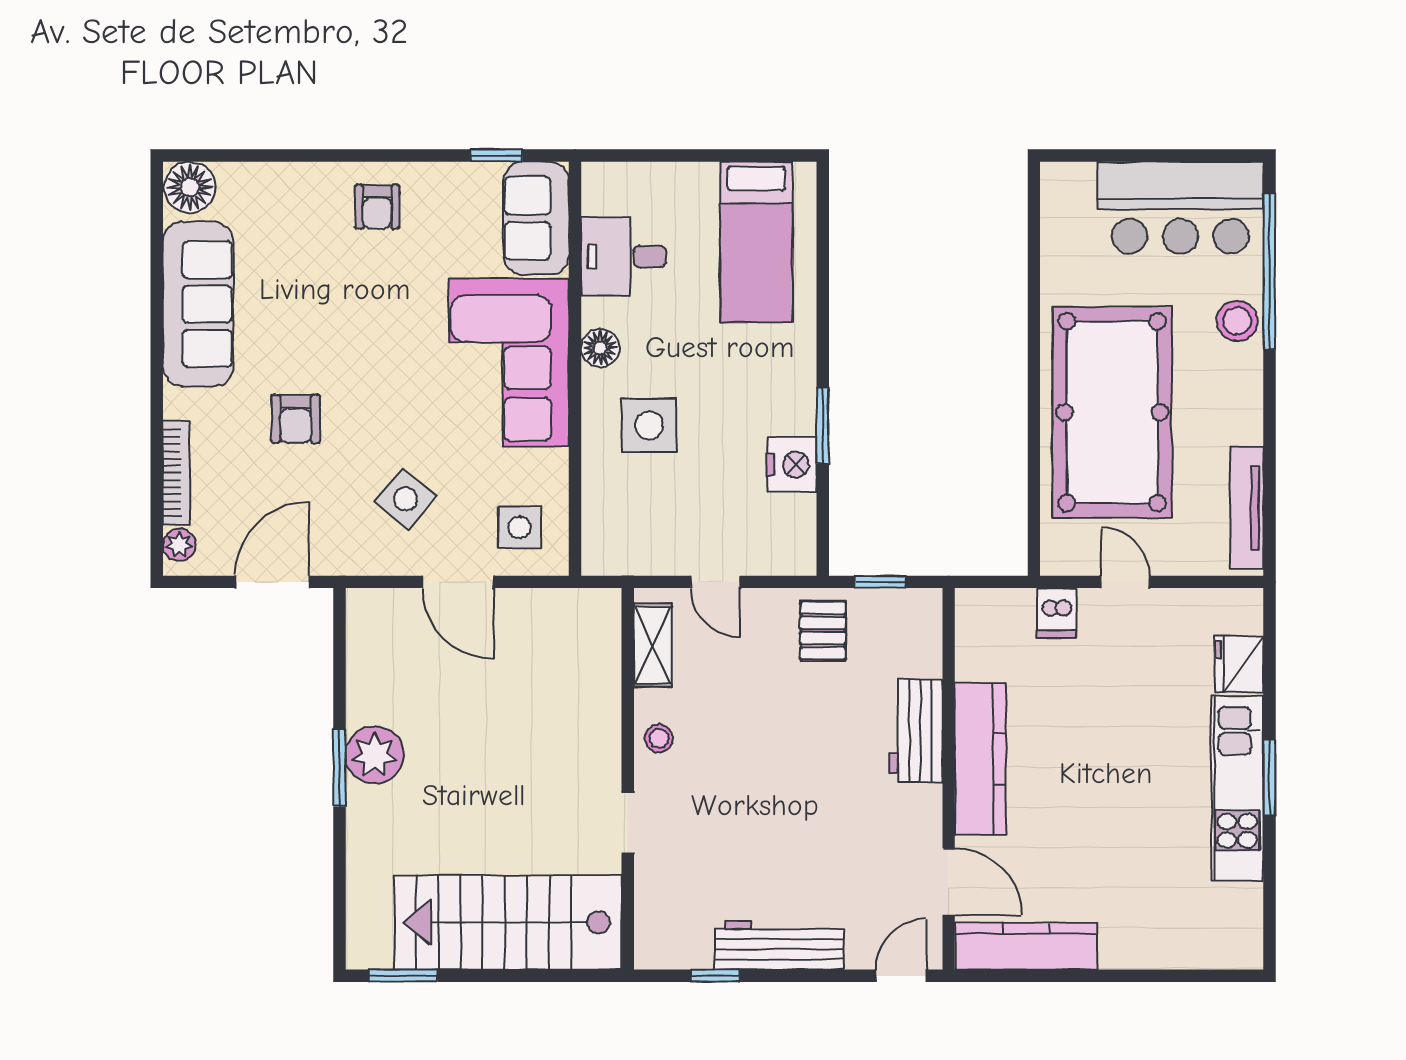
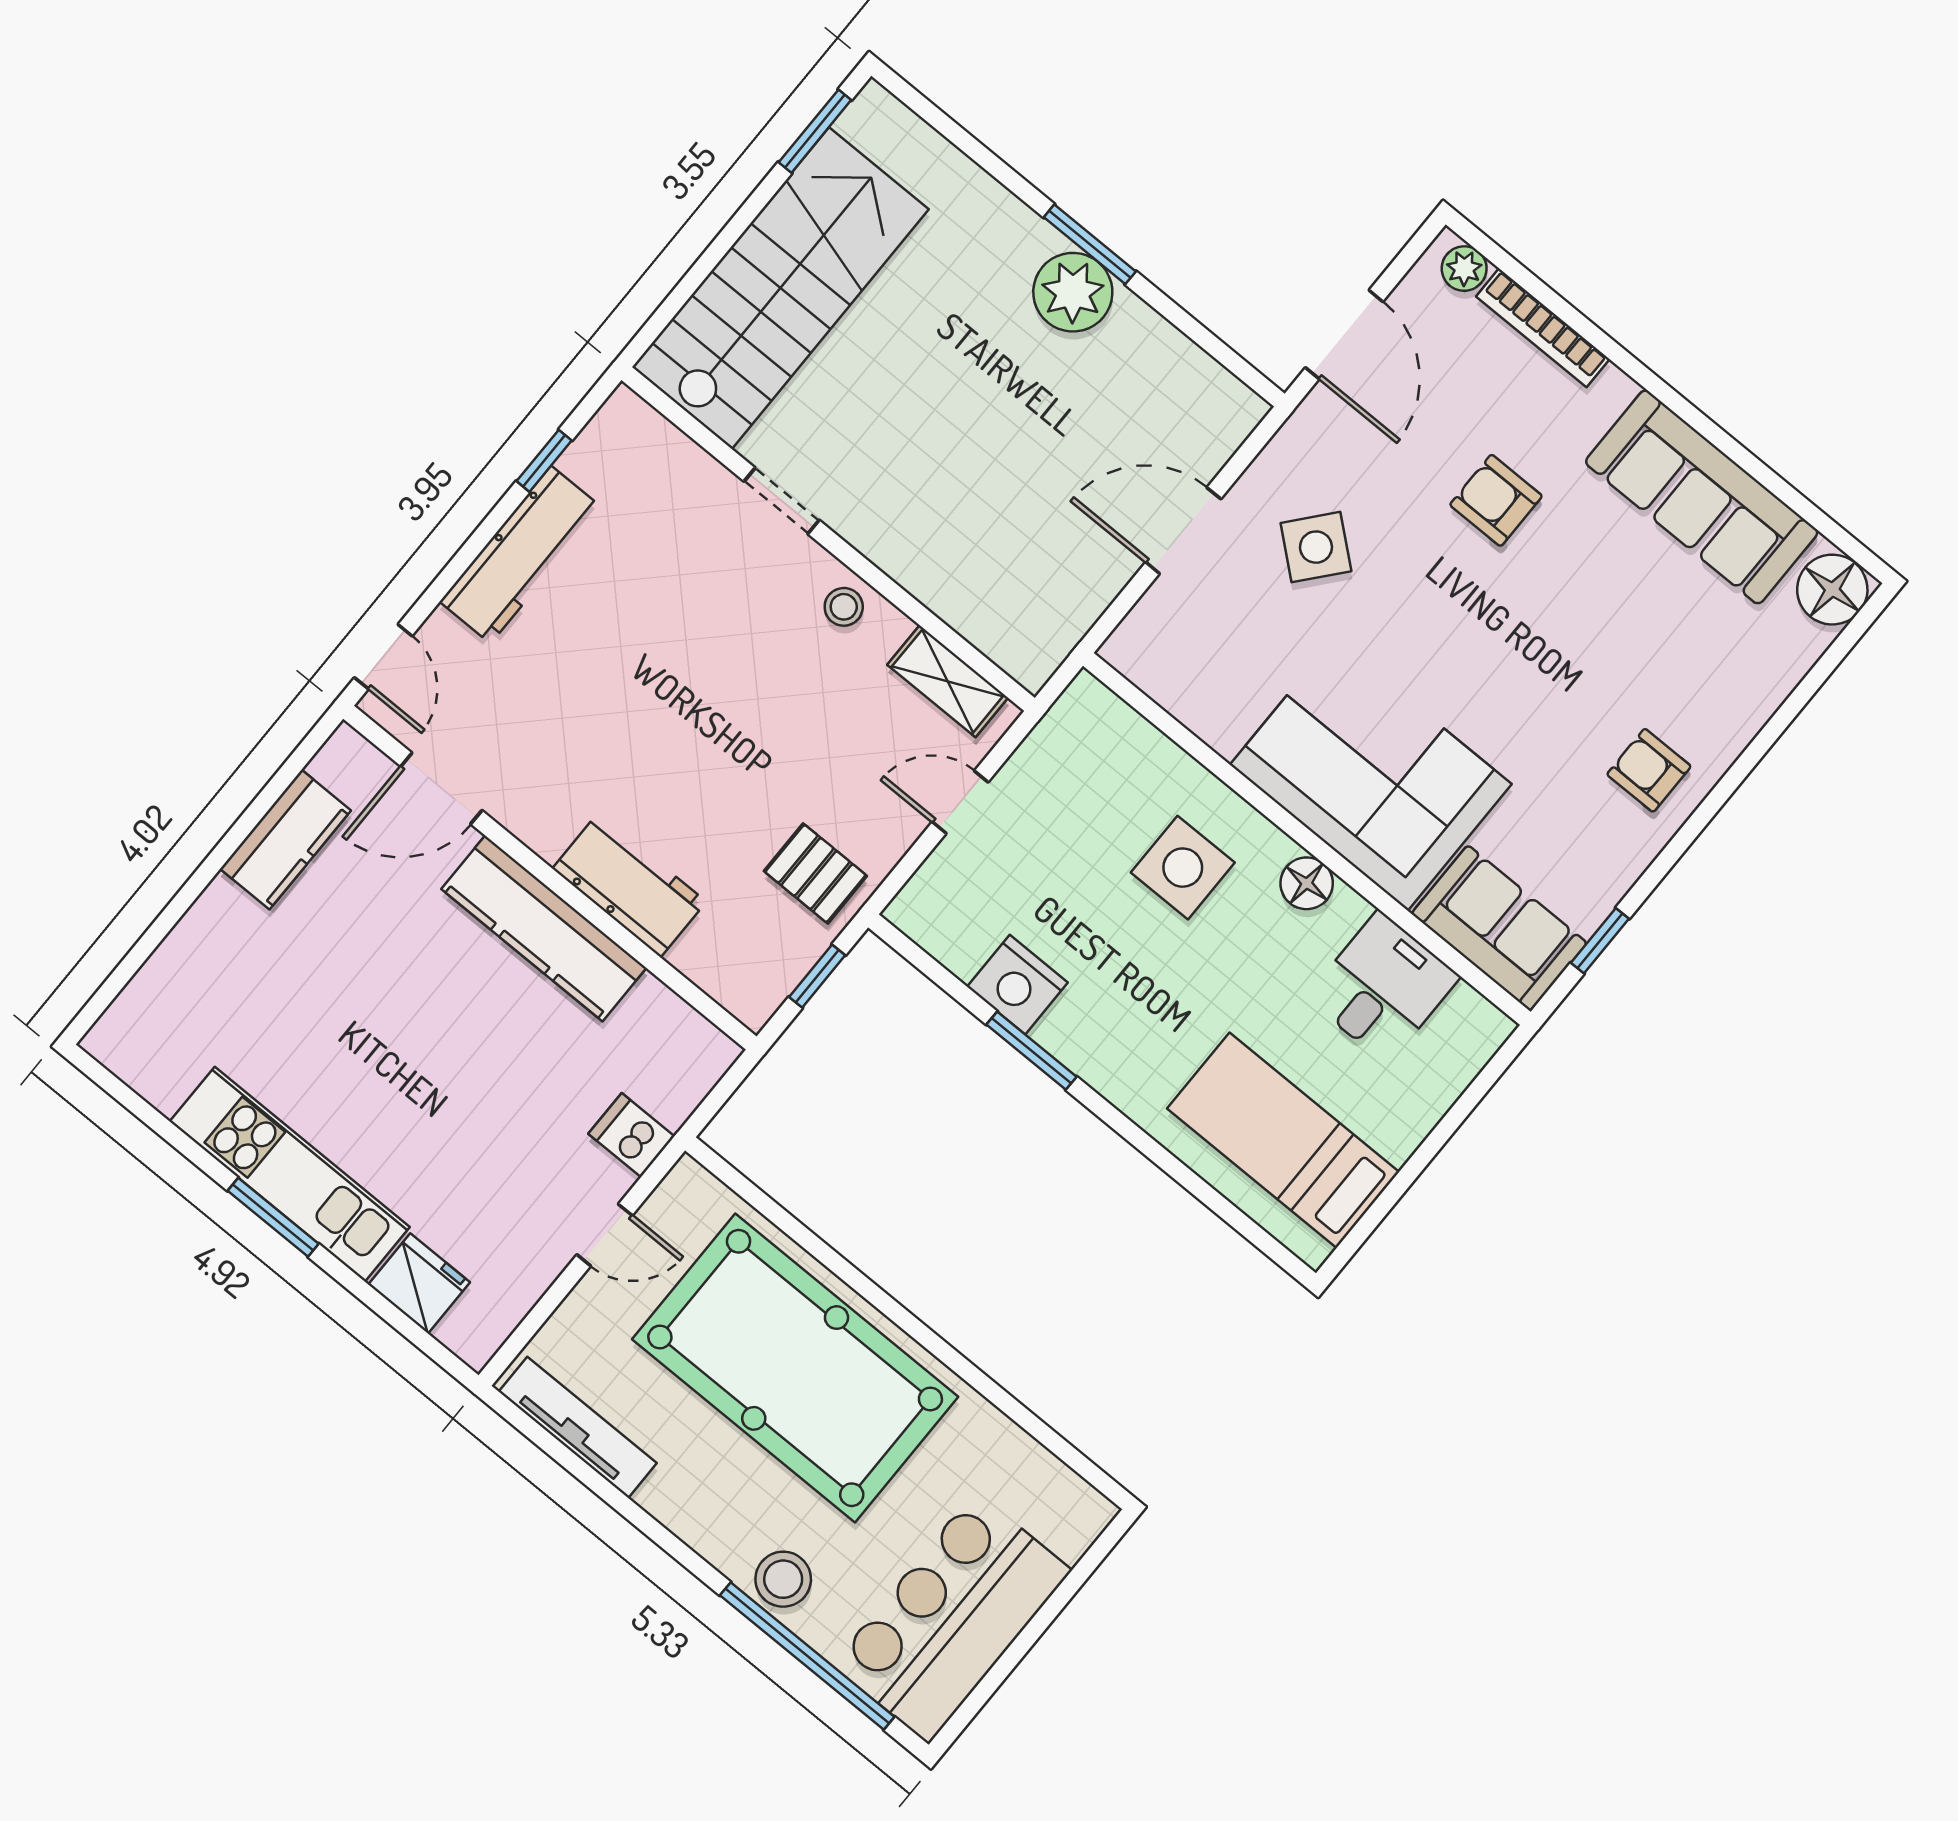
side table: (519, 527) -> (1188, 643), removed
kitchen counter: (1026, 946) -> (285, 840), width x0.67

